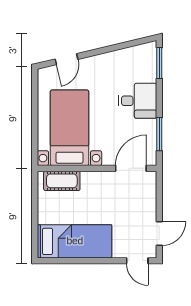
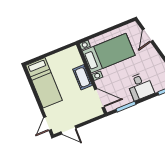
door: (66, 59) -> (148, 35), hinge flipped
cot: (62, 181) -> (83, 77), moved

